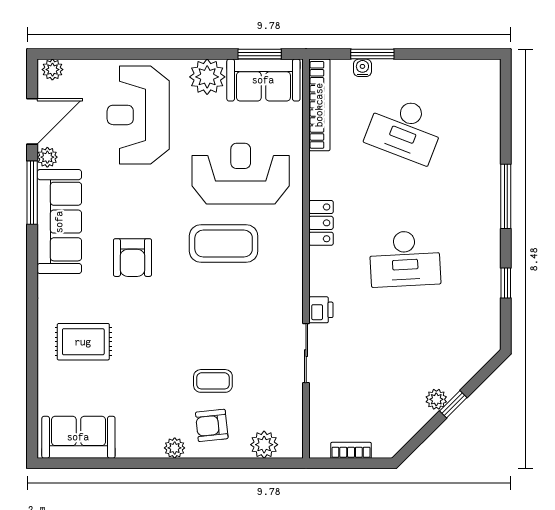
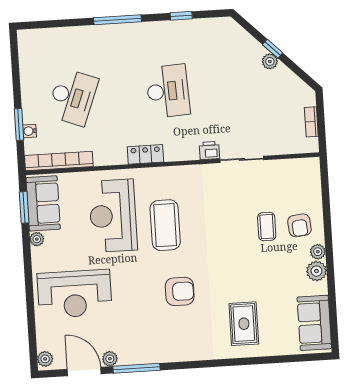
plant: (207, 77) -> (37, 239), width x0.53, depth x0.53
sofa: (59, 222) -> (157, 347), removed
plant: (264, 445) -> (316, 271), moved

